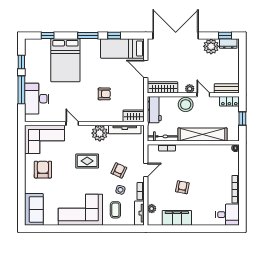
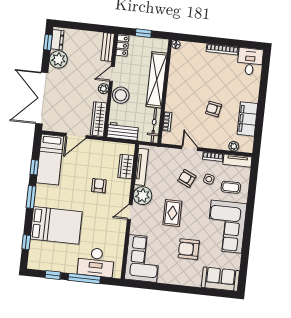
wardrobe: (134, 116) -> (126, 166), moved
door: (72, 124) -> (130, 212), moved
armchair: (43, 170) -> (189, 249), moved

